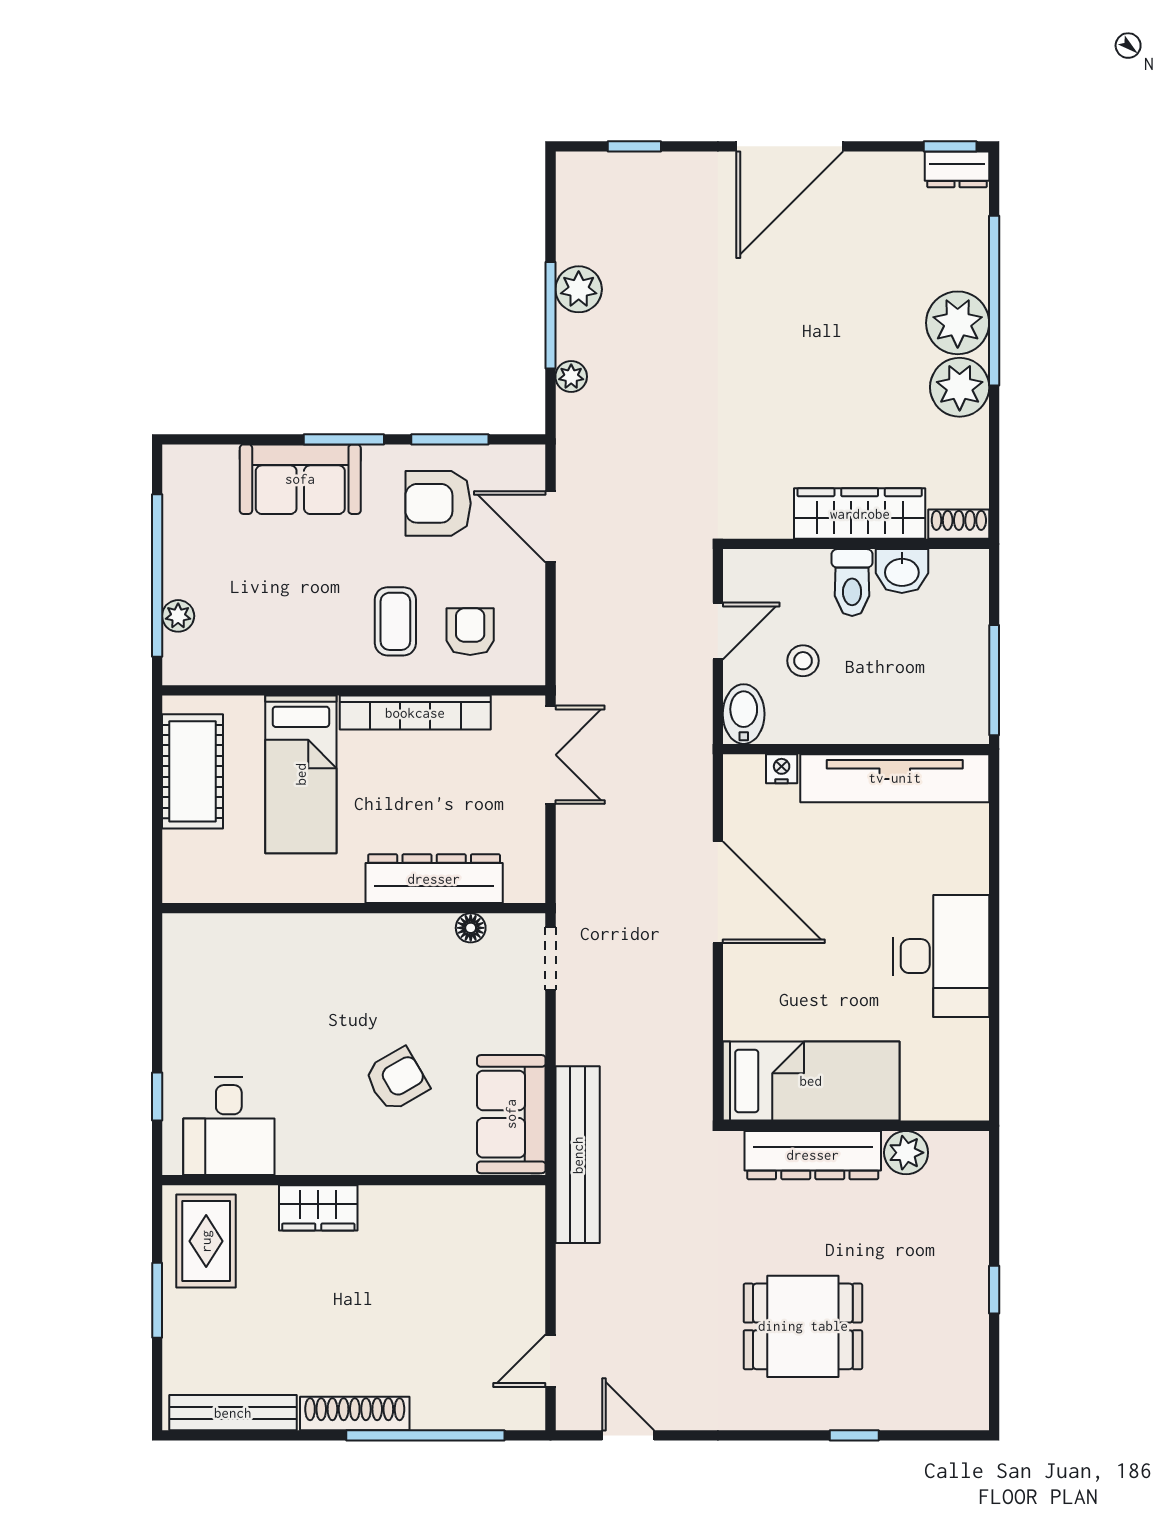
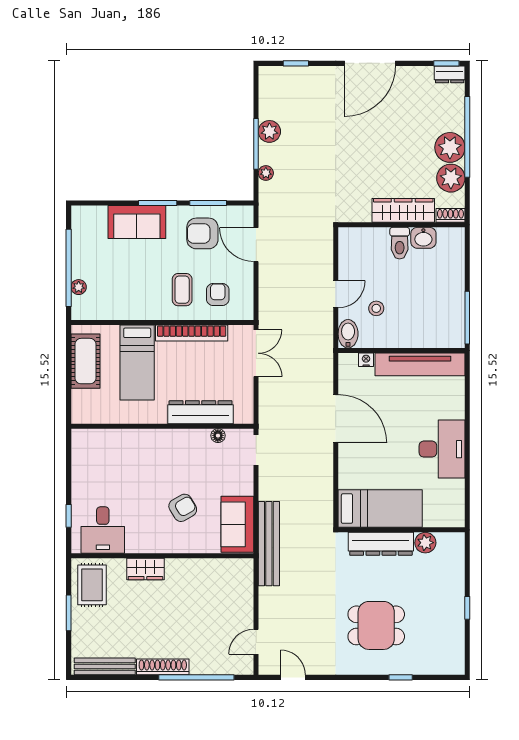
wardrobe: (860, 514) -> (403, 210), moved
shoe rack: (959, 524) -> (450, 215), moved
wall: (856, 544) -> (402, 225), moved
washbasin: (902, 571) -> (423, 238), moved
toilet: (852, 582) -> (400, 243), moved

